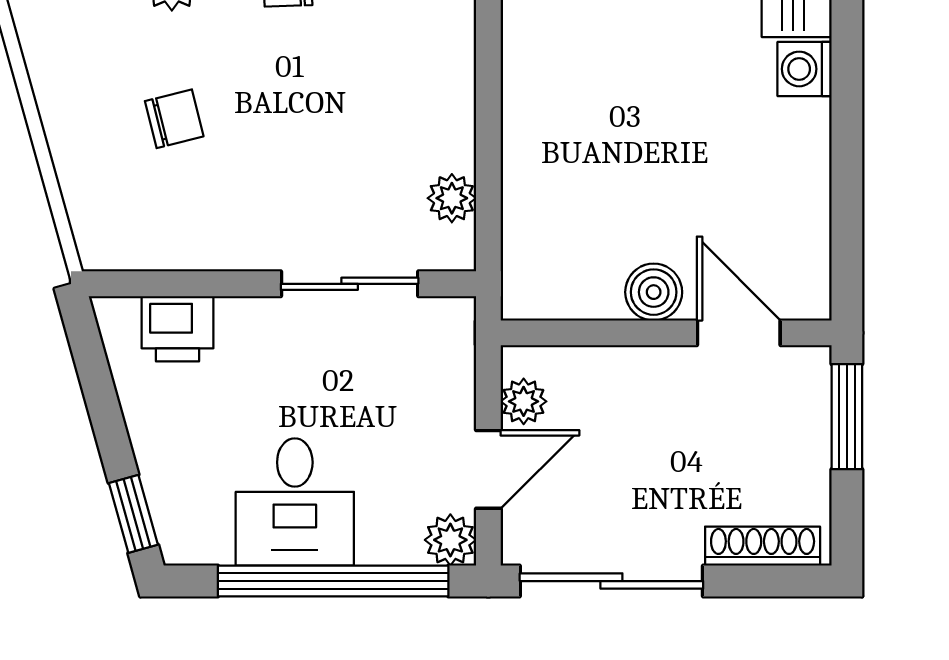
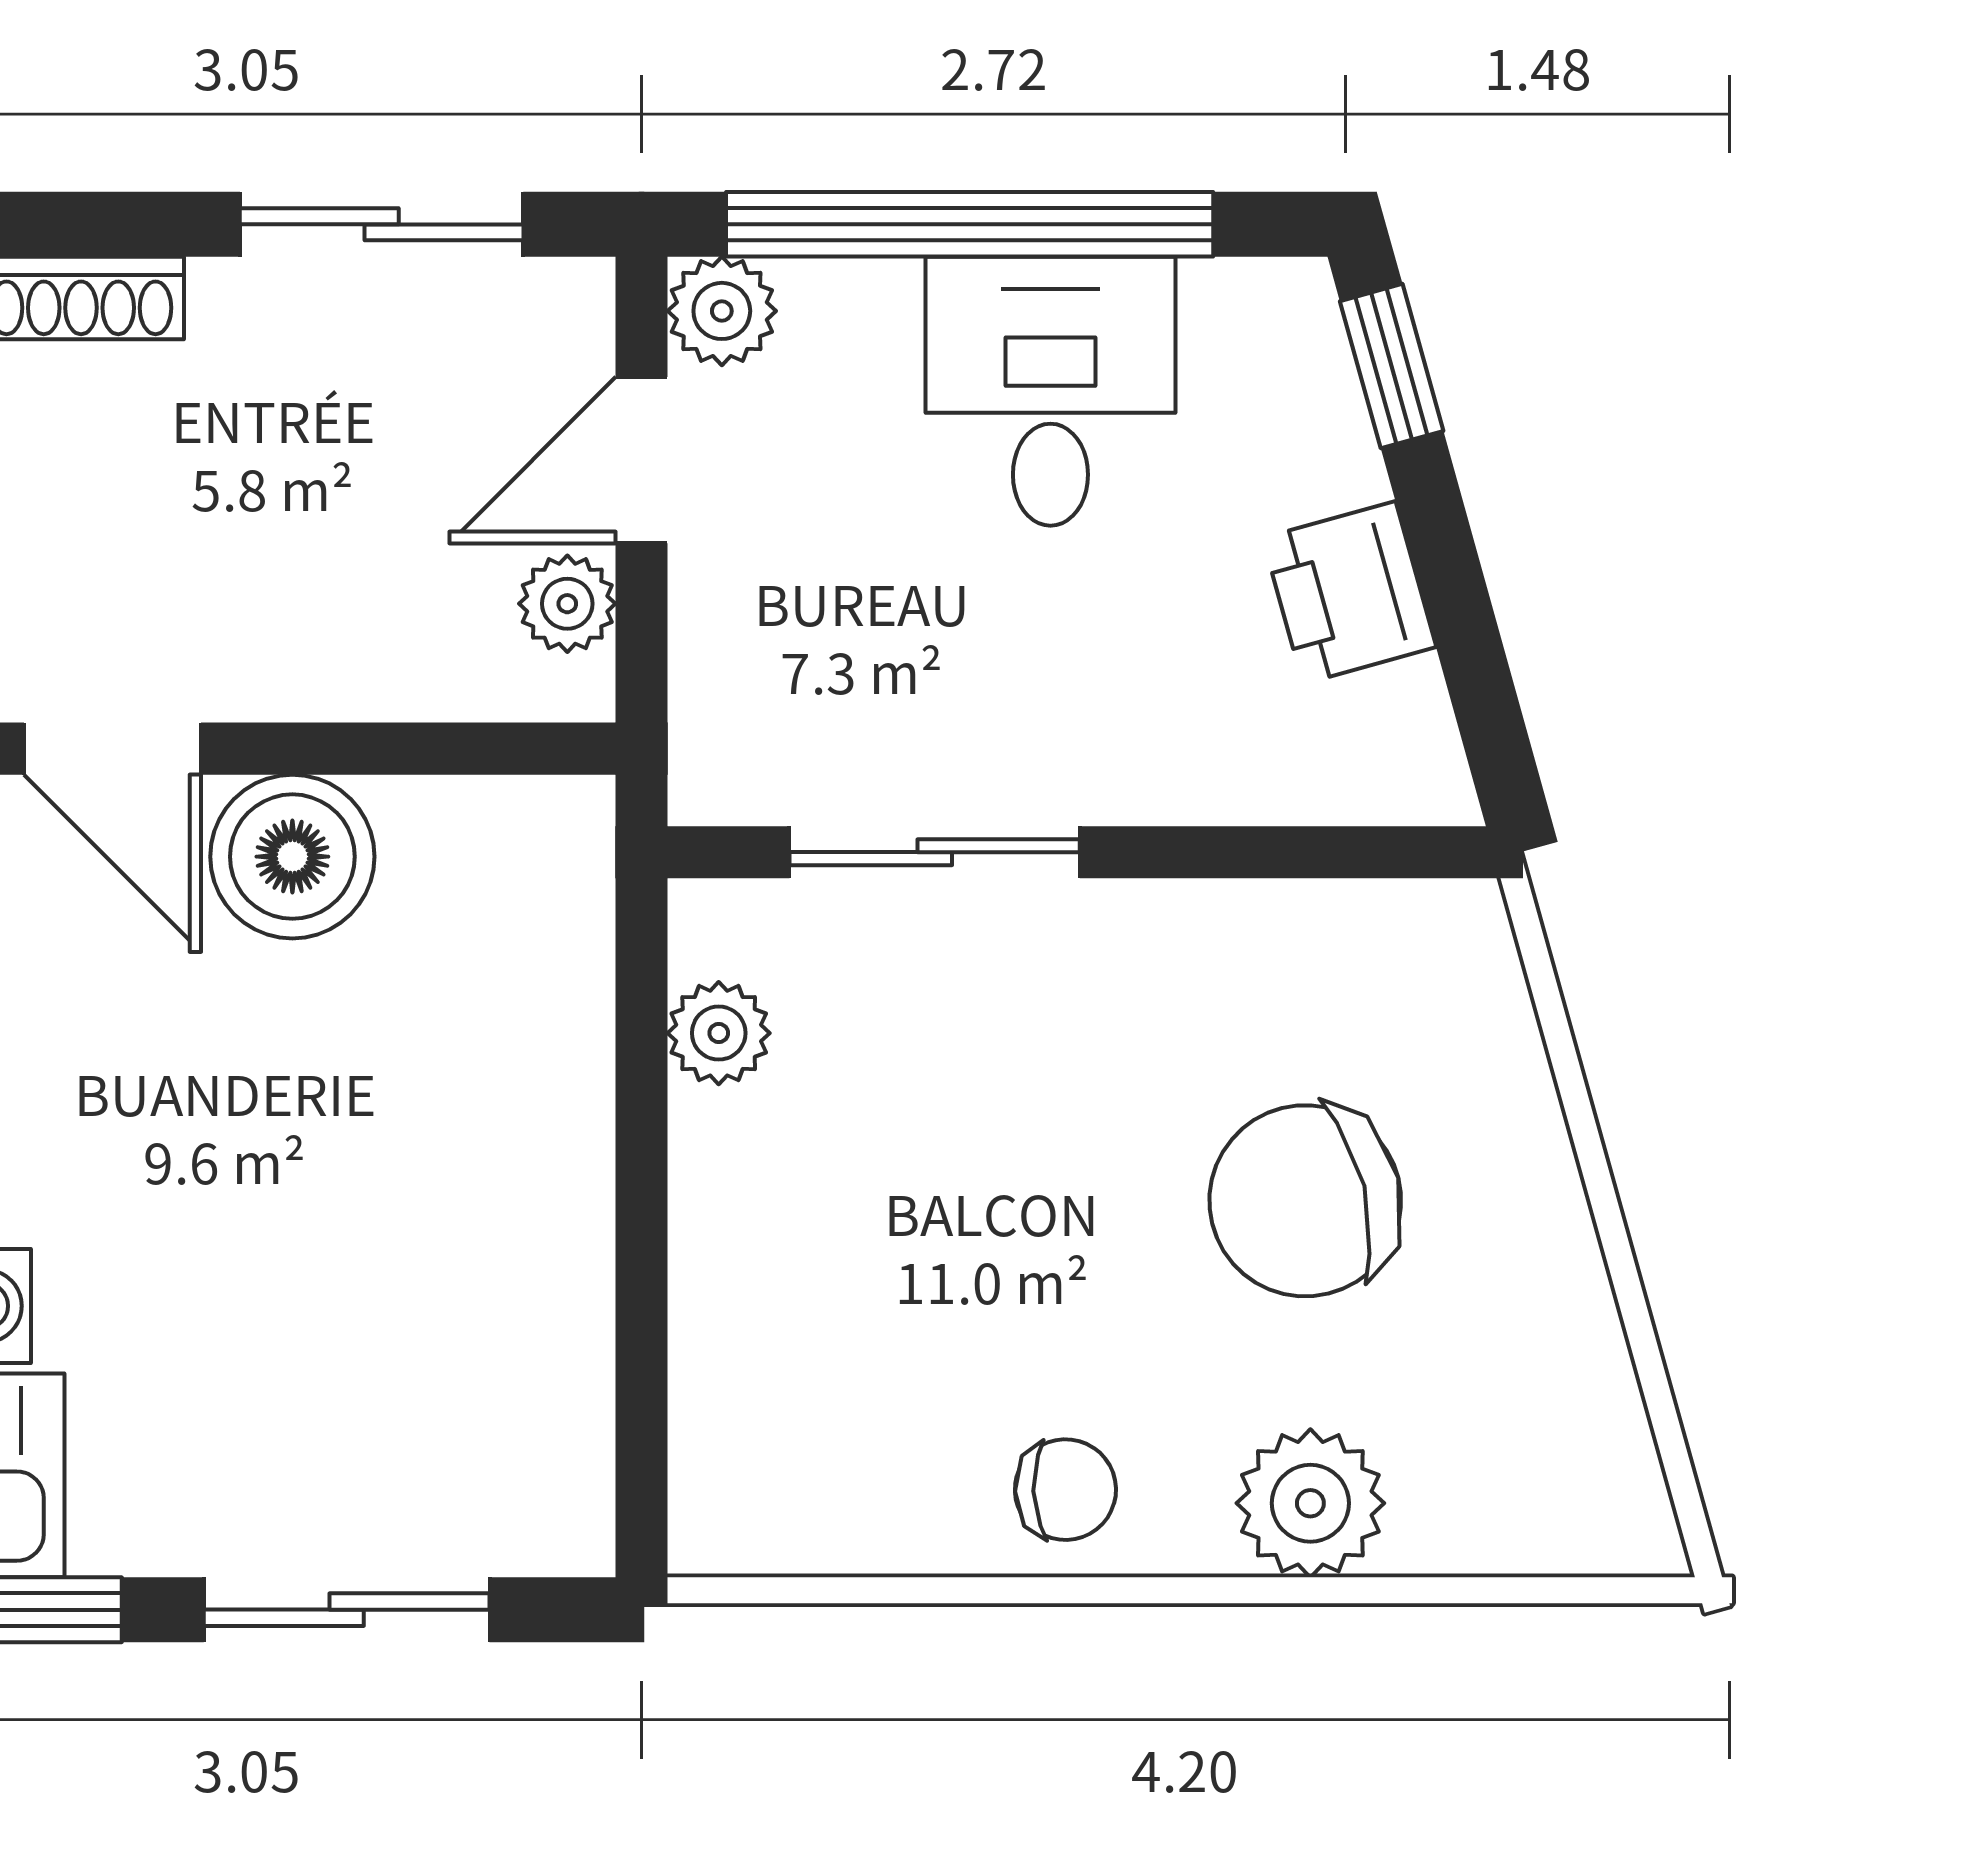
chair: (174, 119) -> (1305, 1201), width x1.87, depth x1.87
boiler: (654, 292) -> (292, 857), width x1.36, depth x1.36
printer: (178, 329) -> (1349, 593), moved, turned -106
sliding door: (611, 581) -> (382, 224), width x0.73

